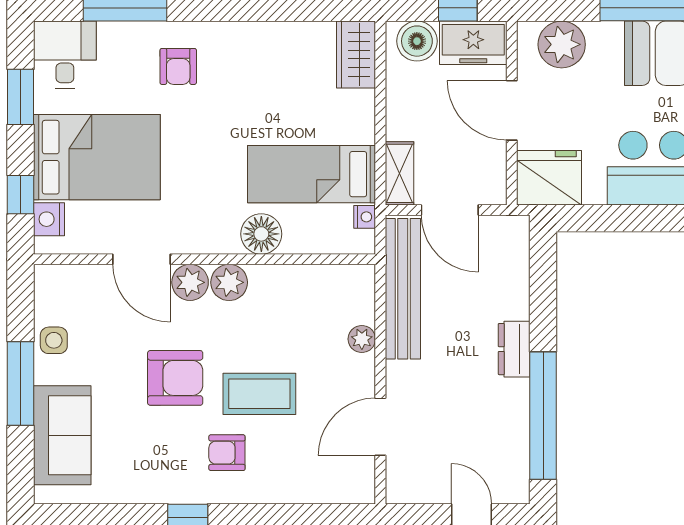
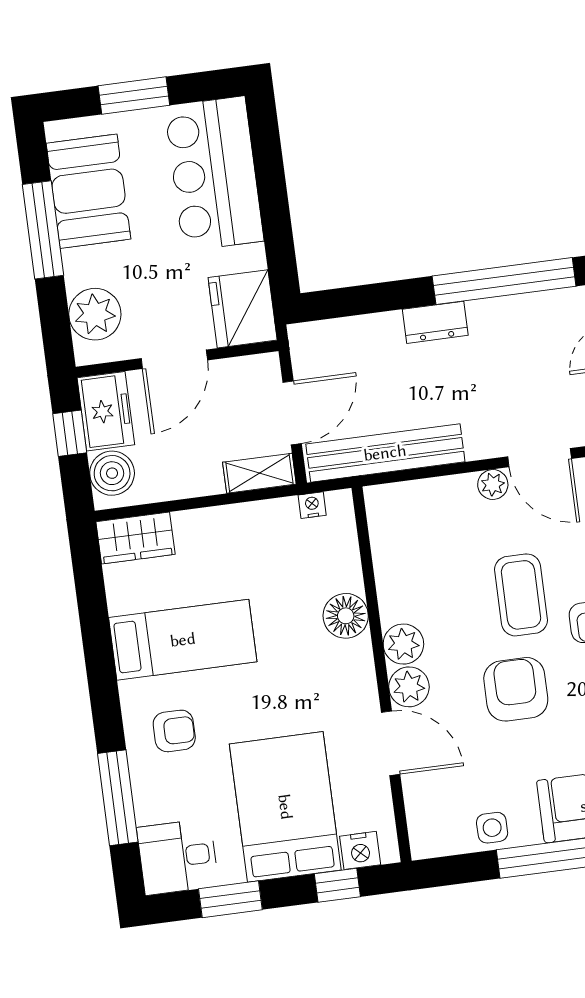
bed: (312, 174) -> (183, 640), moved, turned -90
door: (142, 259) -> (391, 743), hinge flipped
plant: (362, 339) -> (493, 484), moved

